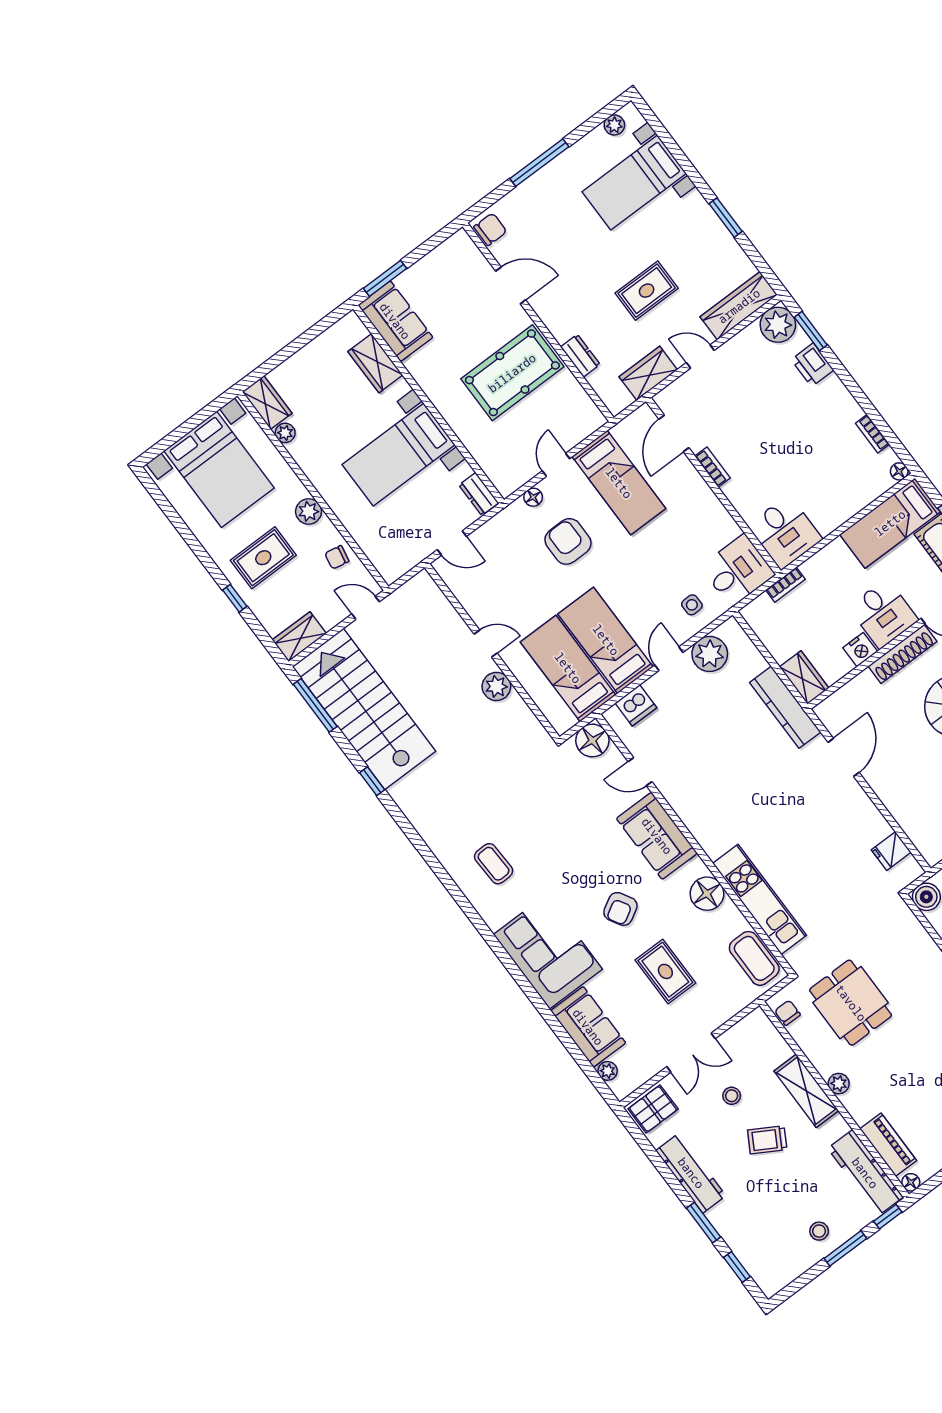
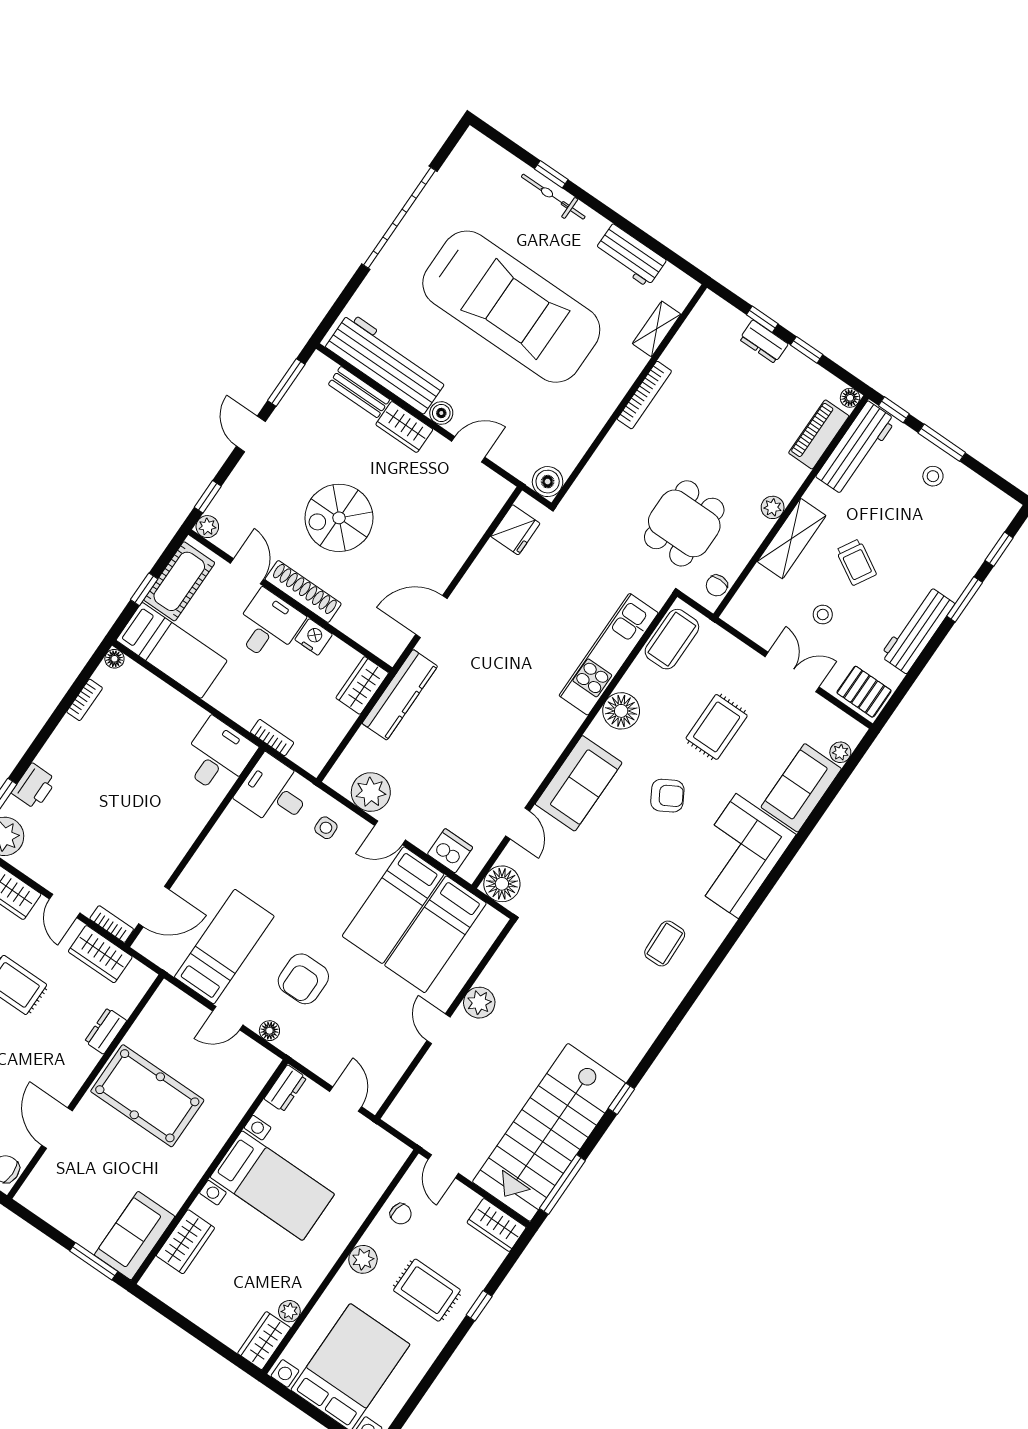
bookcase: (712, 467) -> (112, 924), moved, turned 90
fridge: (891, 851) -> (515, 530), width x1.38

